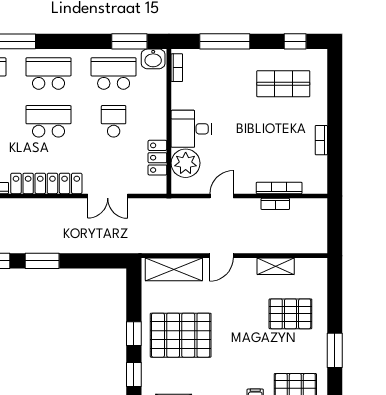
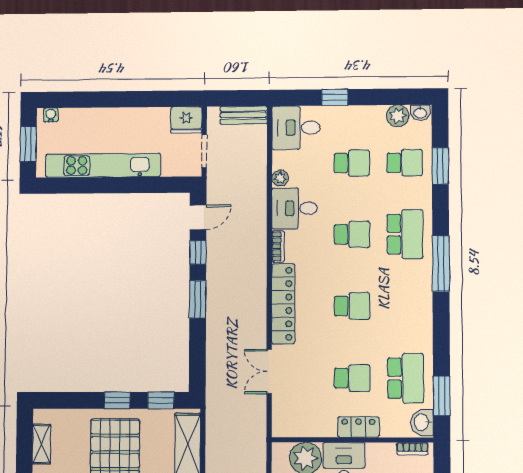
school desk: (48, 74) -> (405, 306), removed
school desk: (48, 121) -> (352, 306), width x0.54
locker: (157, 158) -> (358, 427), moved
window: (134, 375) -> (161, 400), moved

